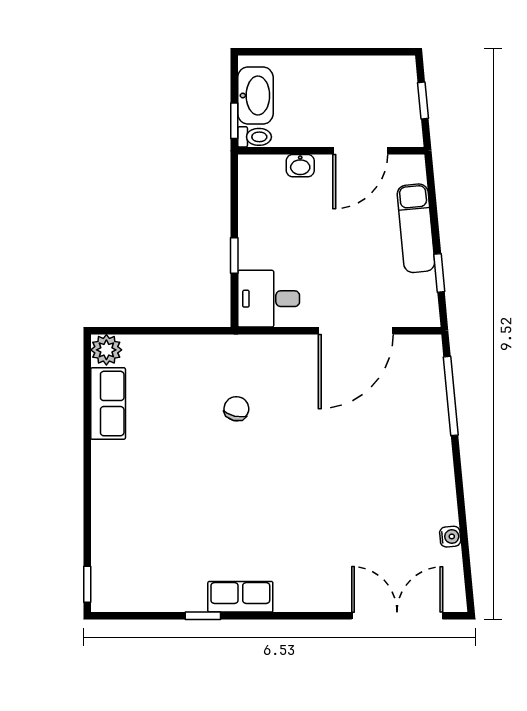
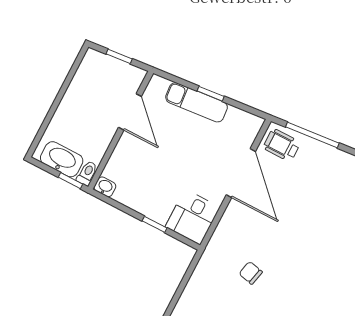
washbasin: (300, 166) -> (105, 187), moved, turned -90
window: (439, 273) -> (211, 94), moved
wheelchair: (418, 364) -> (282, 145), added

